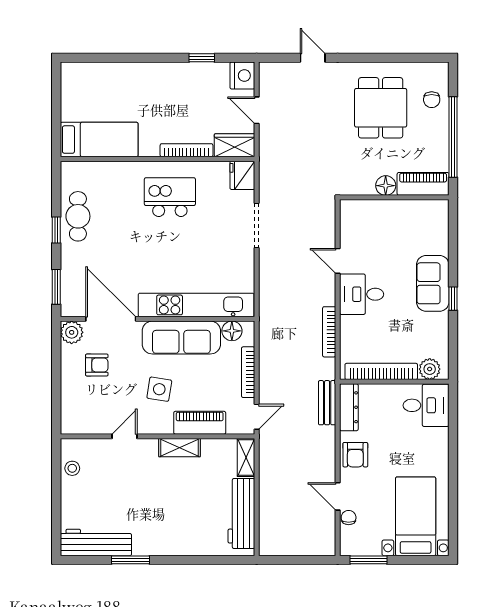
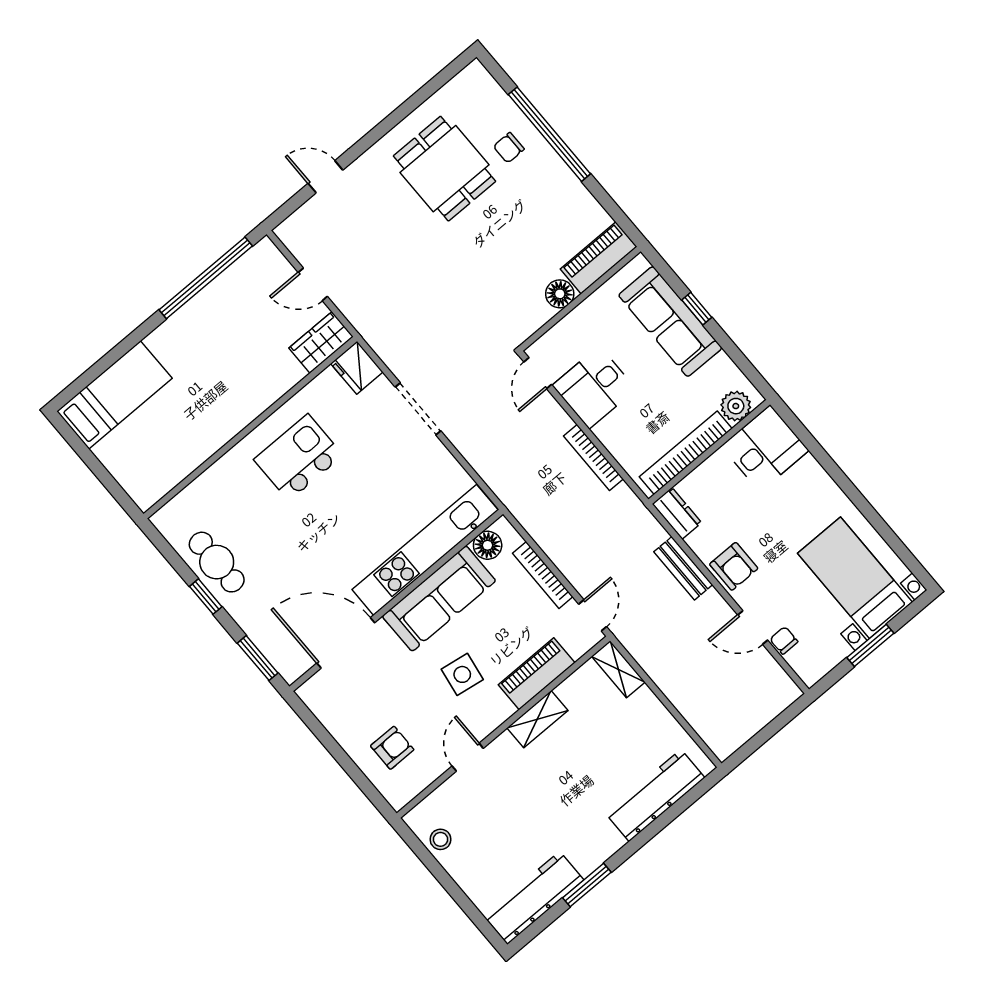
window: (202, 58) -> (206, 278), width x3.17
nightstand: (242, 75) -> (266, 260), removed
chair: (432, 100) -> (509, 148), moved, turned 90
bed: (99, 140) -> (114, 395), moved
bookcase: (187, 150) -> (274, 392), removed
piano: (423, 184) -> (599, 258), moved
floor lamp: (386, 186) -> (560, 294), moved
wall: (394, 197) -> (580, 299), moved
door: (338, 261) -> (538, 373), hinge flipped
sofa: (433, 283) -> (670, 322), width x1.36
plant: (72, 332) -> (316, 693), removed
armchair: (97, 365) -> (392, 748), moved
bench: (327, 403) -> (683, 568), moved
dresser: (349, 407) -> (677, 513), width x0.70
workbench: (241, 514) -> (655, 795), moved, turned 90
window: (368, 560) -> (870, 645), moved

